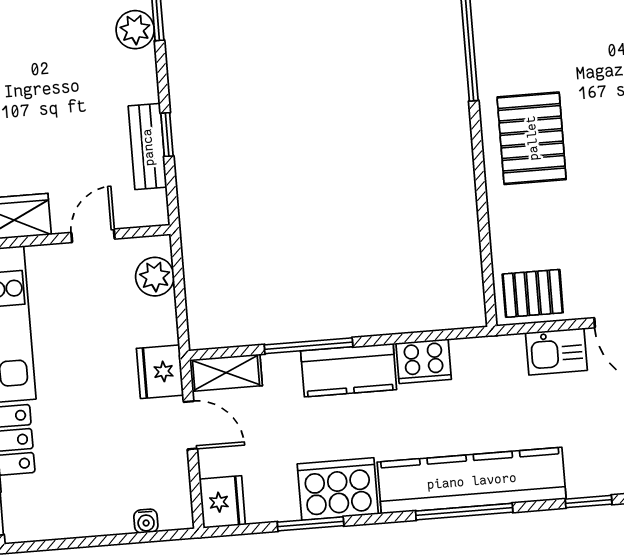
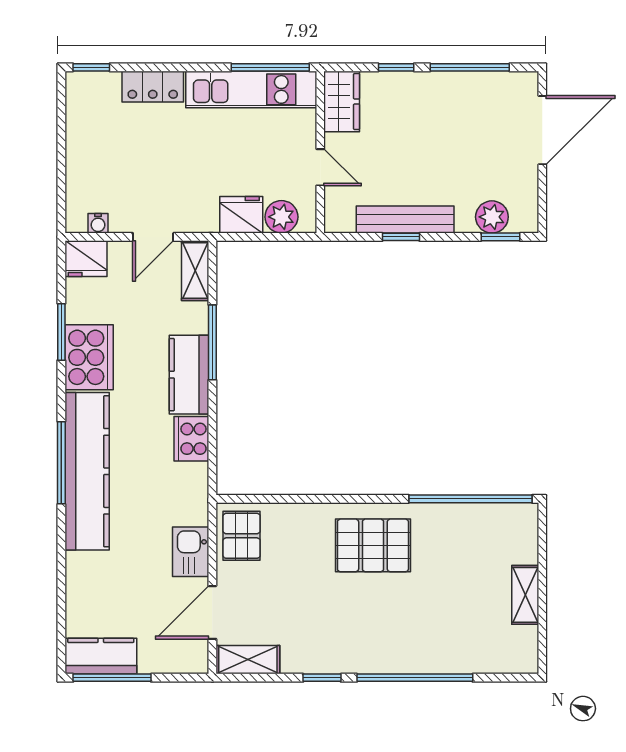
bench: (148, 147) -> (405, 220), width x1.36
fridge: (160, 372) -> (241, 215), moved
window: (589, 502) -> (61, 569), removed
water cooler: (146, 521) -> (98, 223), moved, turned -90

